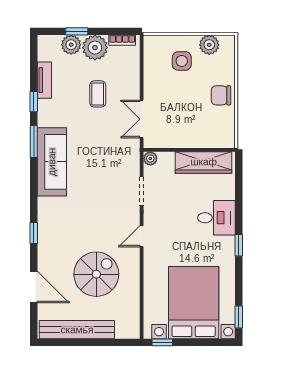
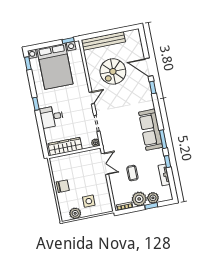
door: (34, 287) -> (149, 67), moved
bench: (77, 330) -> (103, 41), moved

